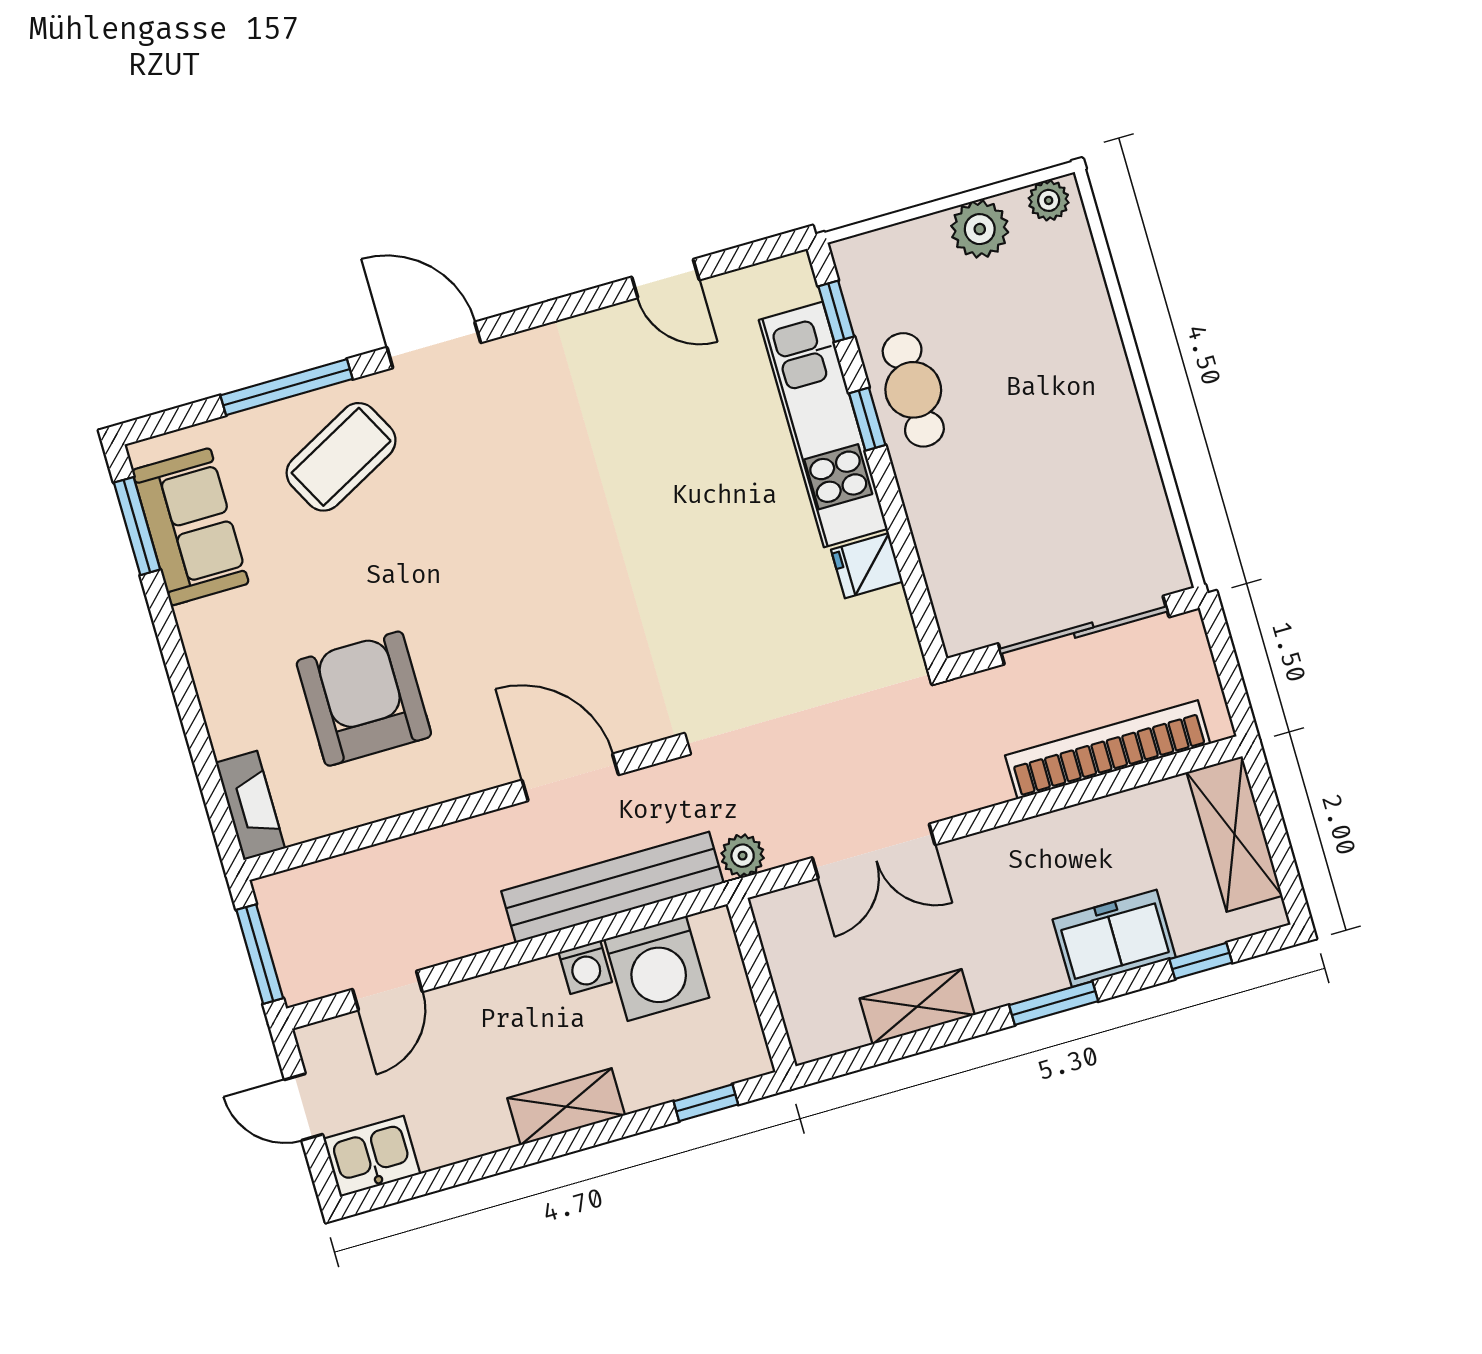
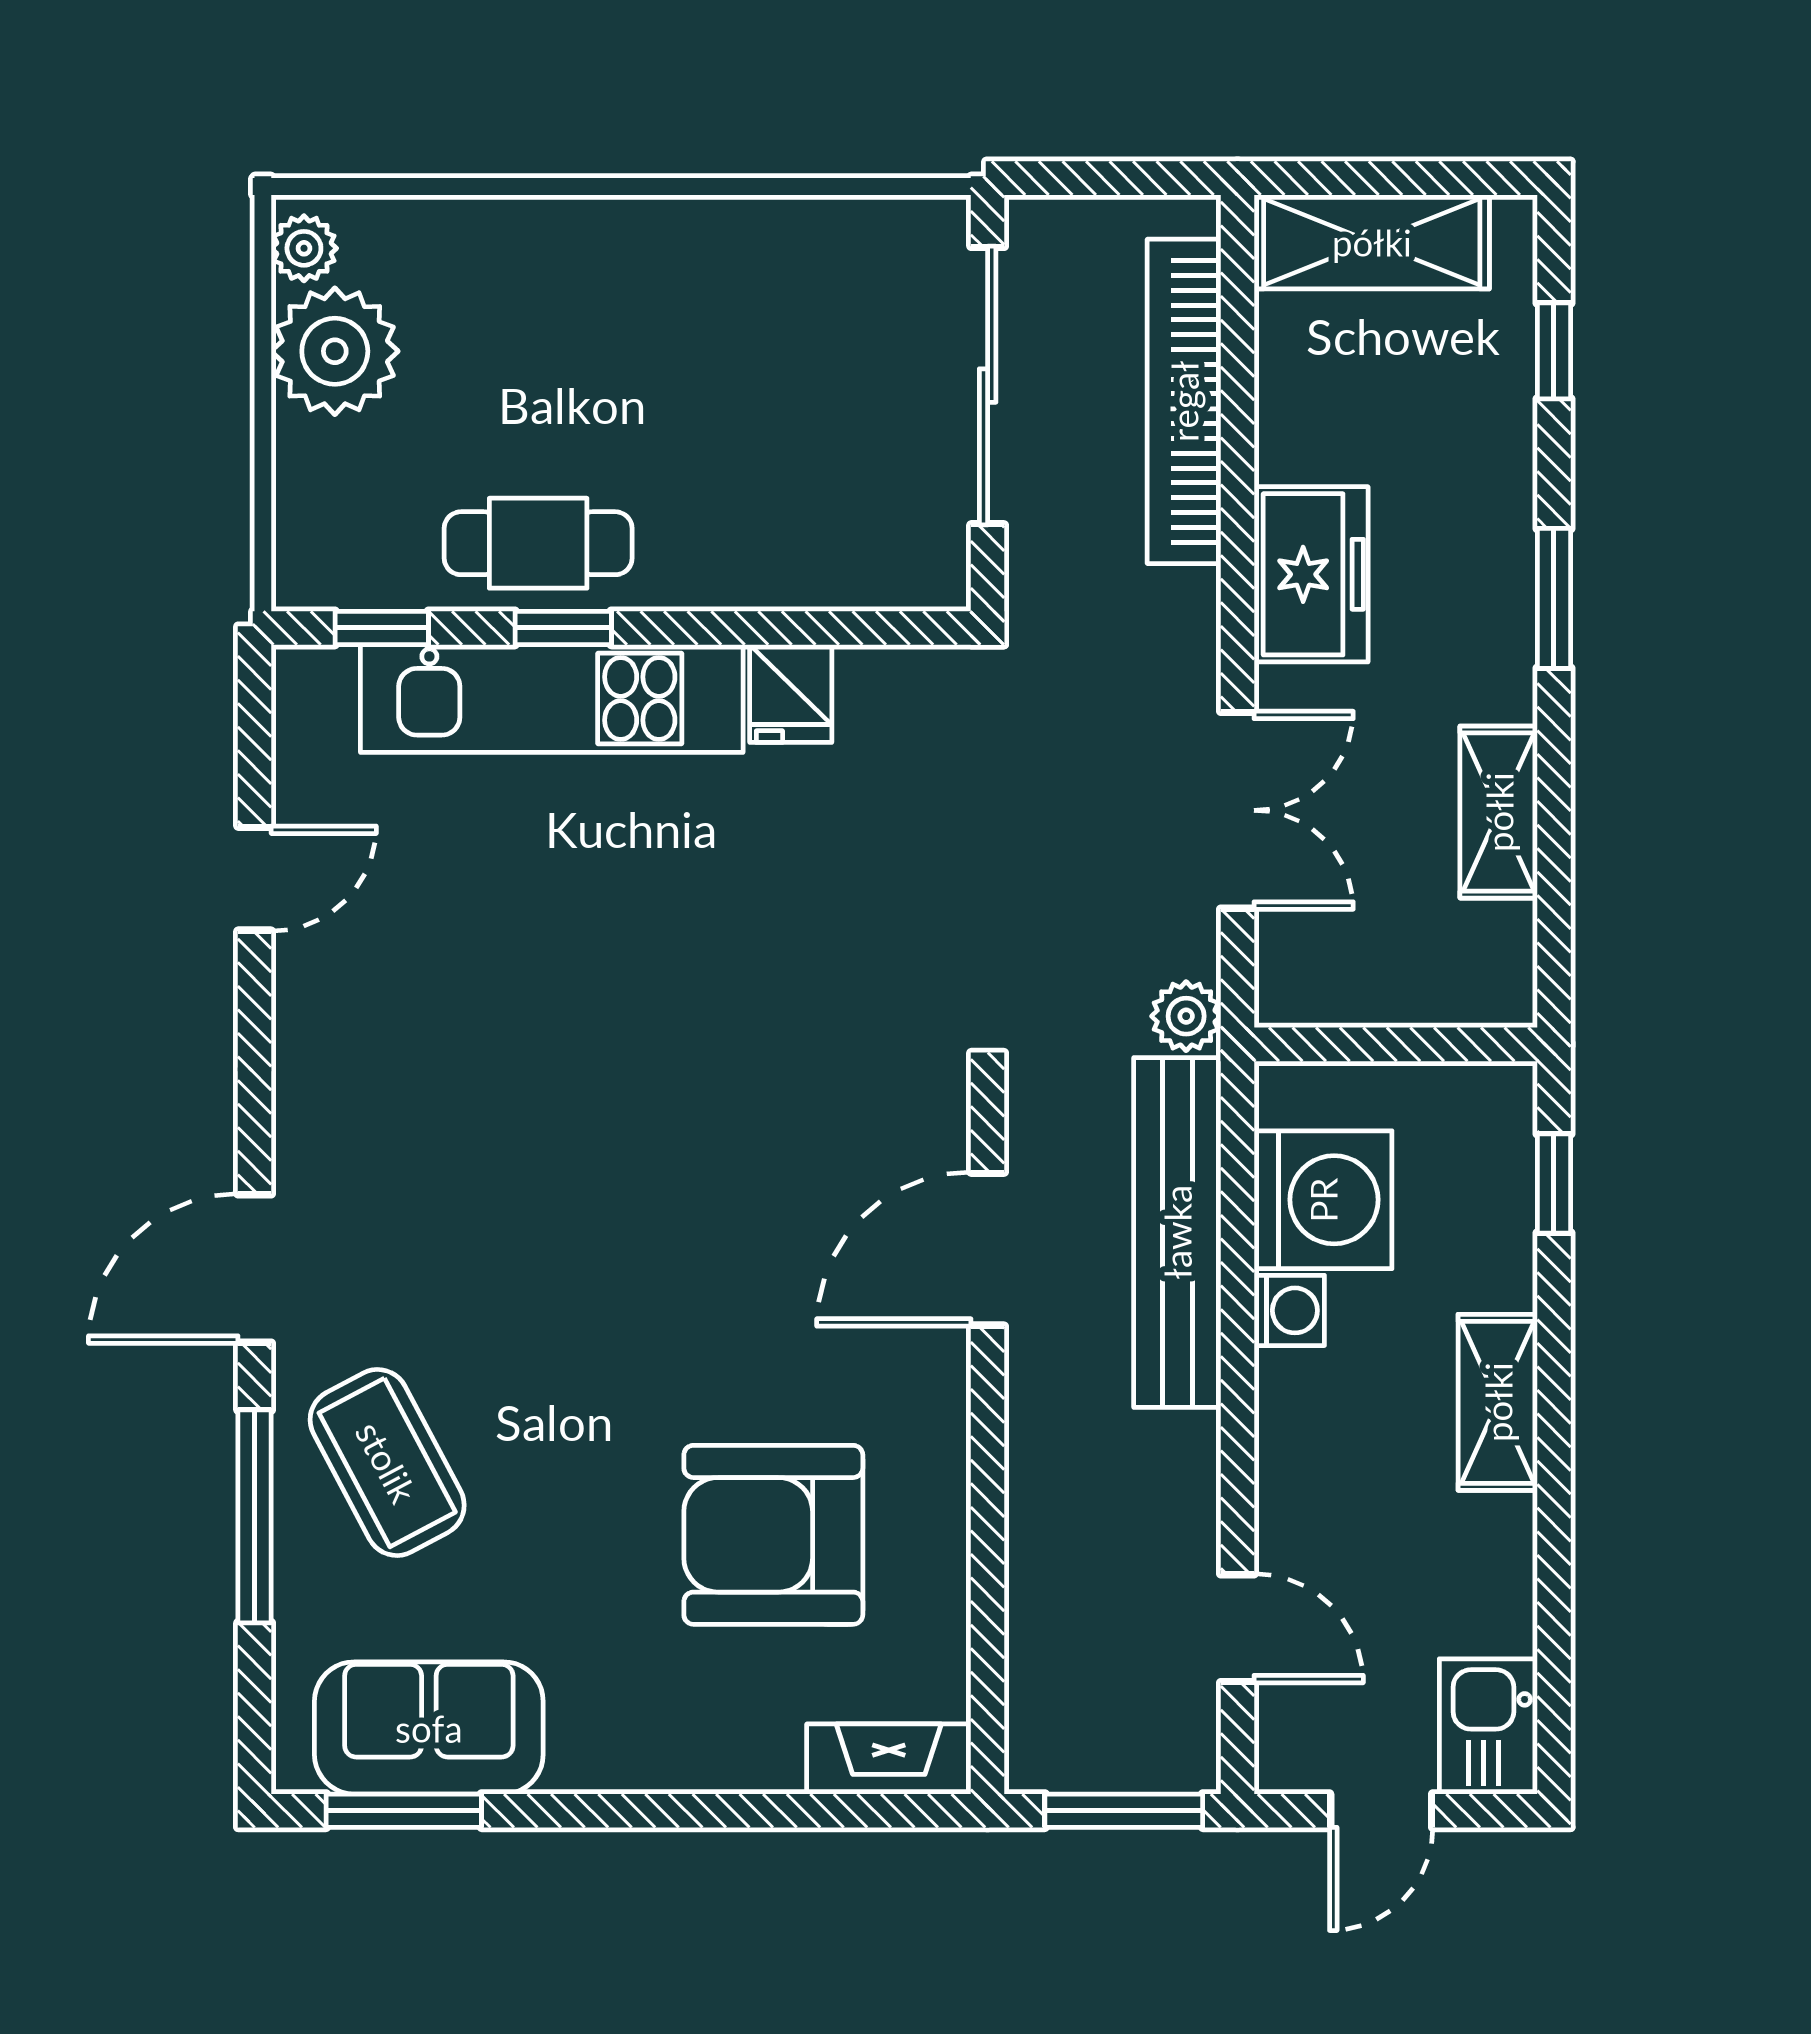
plant: (980, 229) -> (335, 351), width x1.36, depth x1.36
freezer: (1114, 938) -> (1311, 574), moved, turned 180

